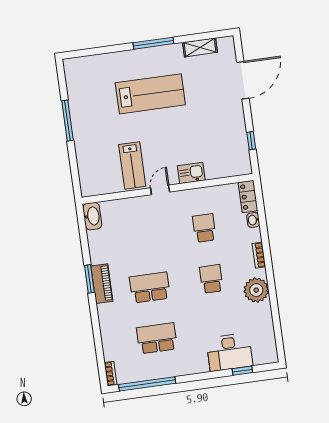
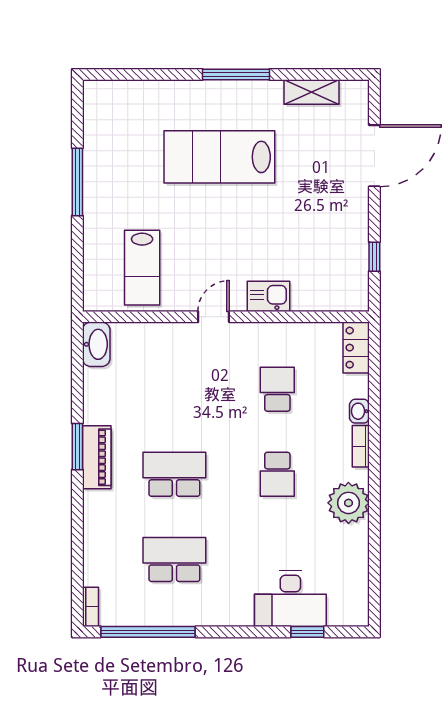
lab bench: (150, 94) -> (219, 157), turned 180
lab bench: (132, 165) -> (142, 268), moved
washbasin: (253, 220) -> (359, 411), moved
school desk: (211, 279) -> (277, 474), turned 180

